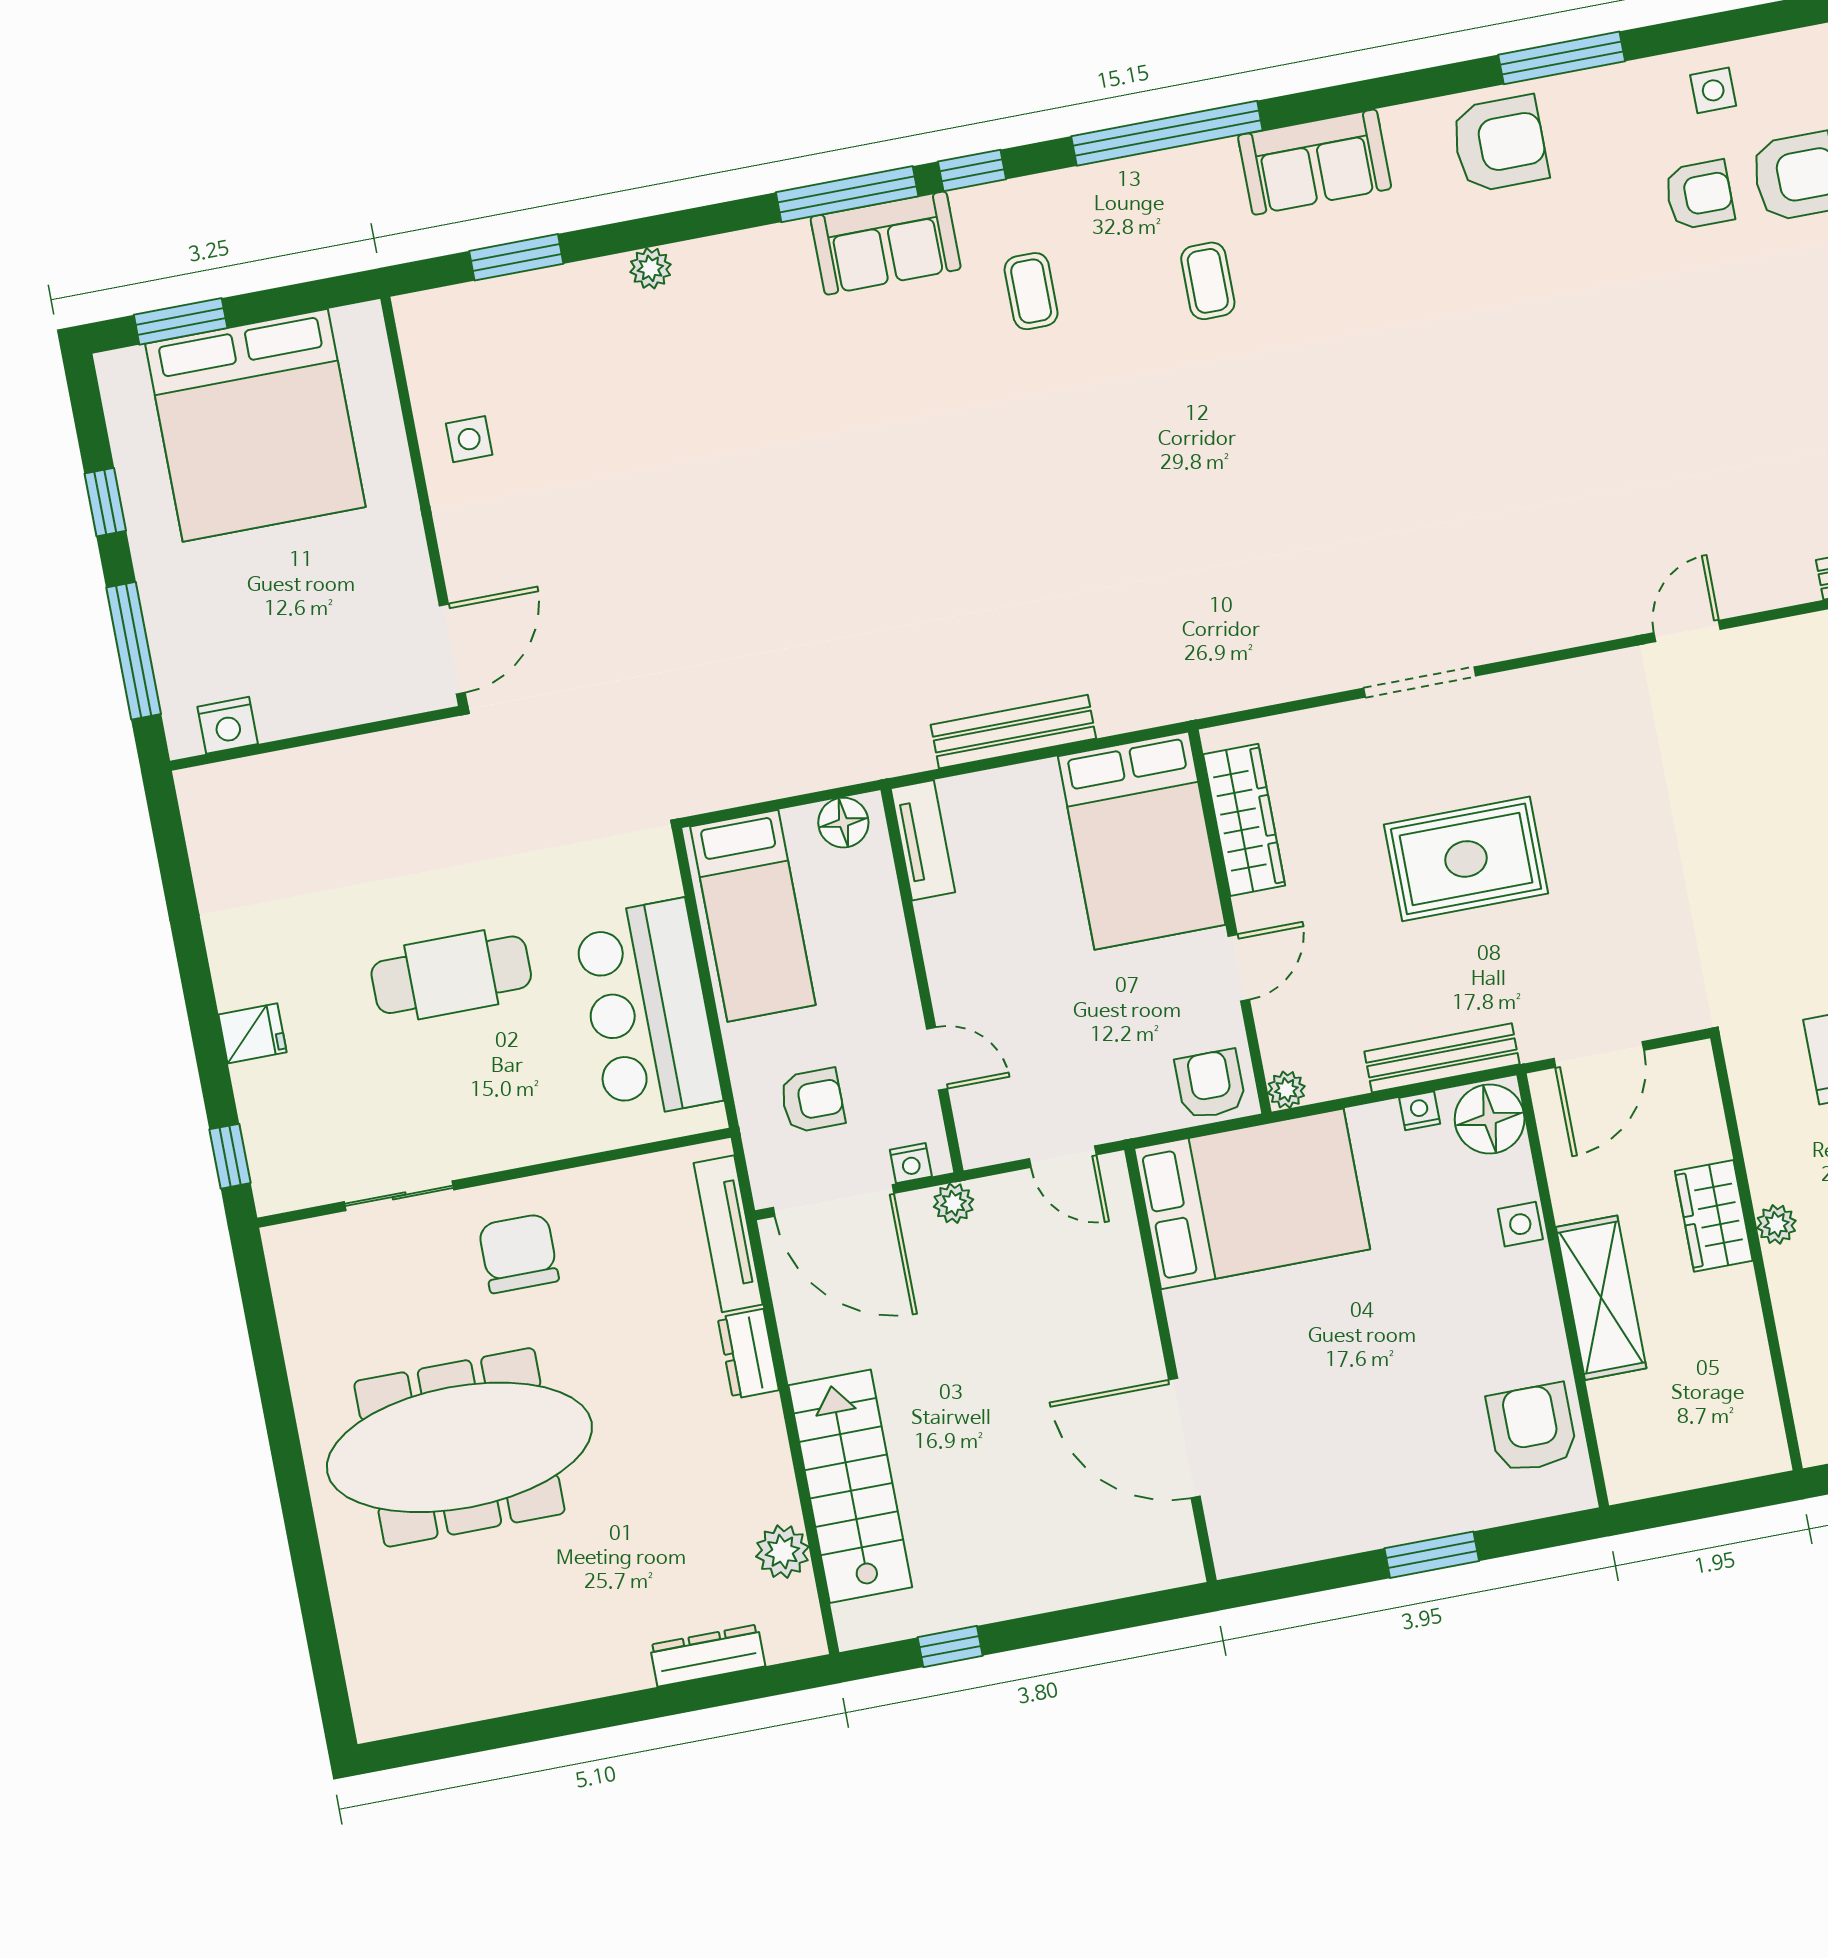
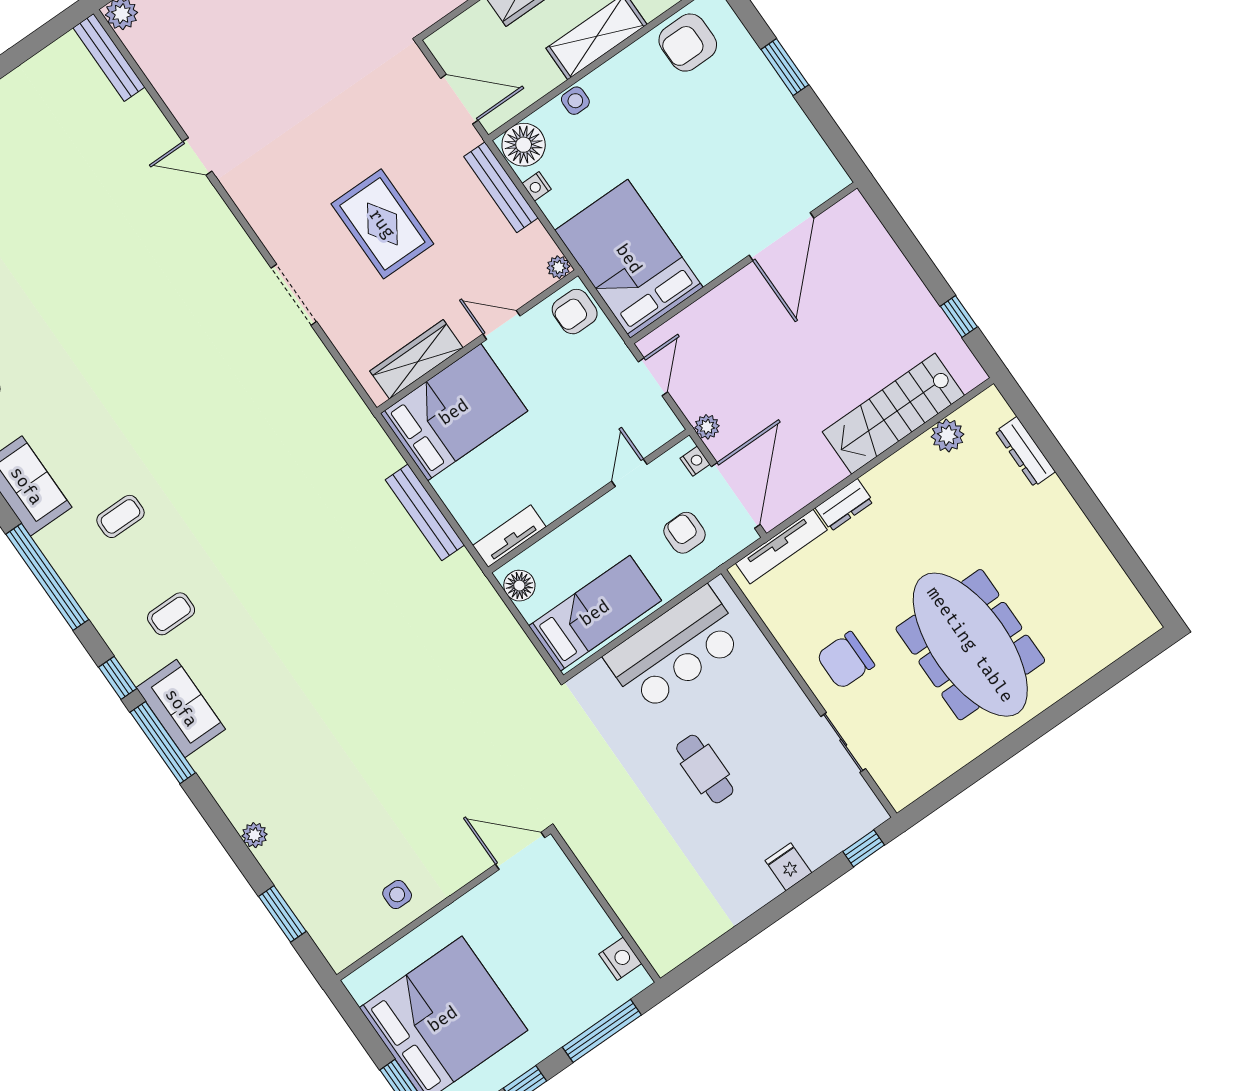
cafe table: (451, 975) -> (705, 769), width x0.73, depth x0.74

